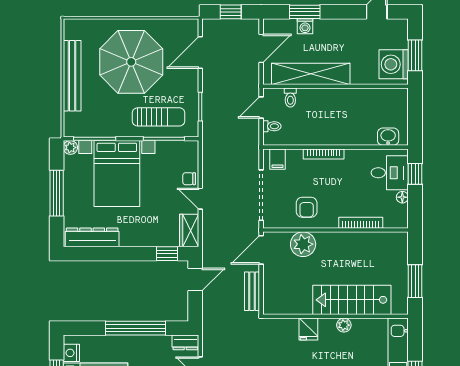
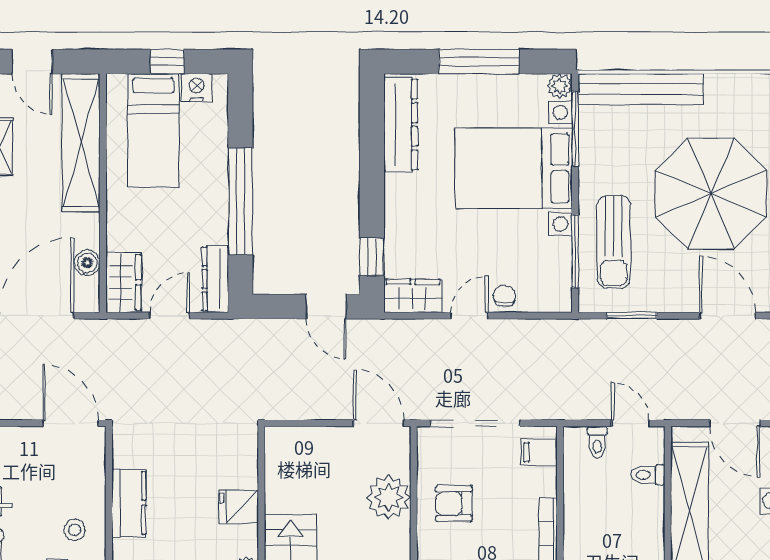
bench: (72, 76) -> (641, 89), moved
bench: (252, 291) -> (306, 407), removed
dresser: (185, 342) -> (215, 279), width x1.44

